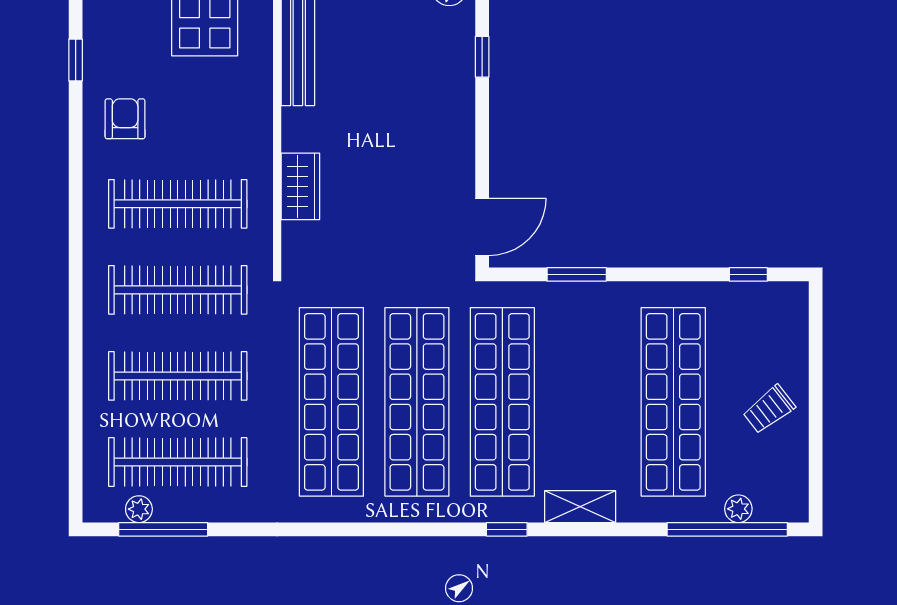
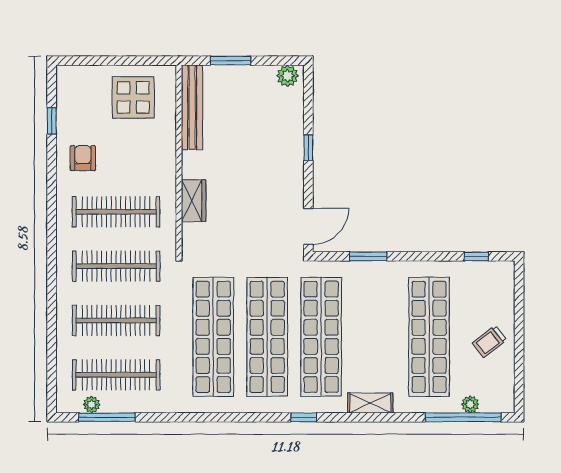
window: (482, 57) -> (308, 148), moved
window: (507, 529) -> (304, 417), moved

